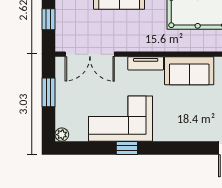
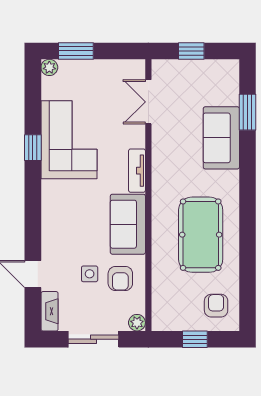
double door: (90, 54) -> (148, 102), width x0.73
window: (48, 92) -> (76, 51), moved

